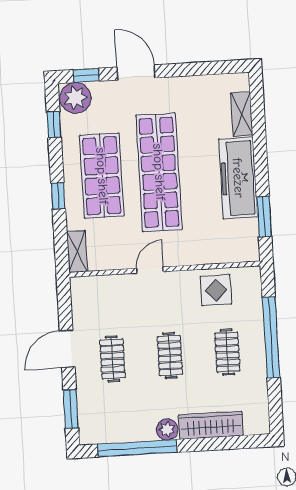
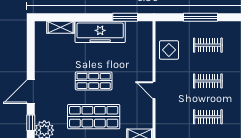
shop shelf: (159, 172) -> (94, 81), width x0.50, depth x0.74
window: (271, 338) -> (200, 17), width x0.68

